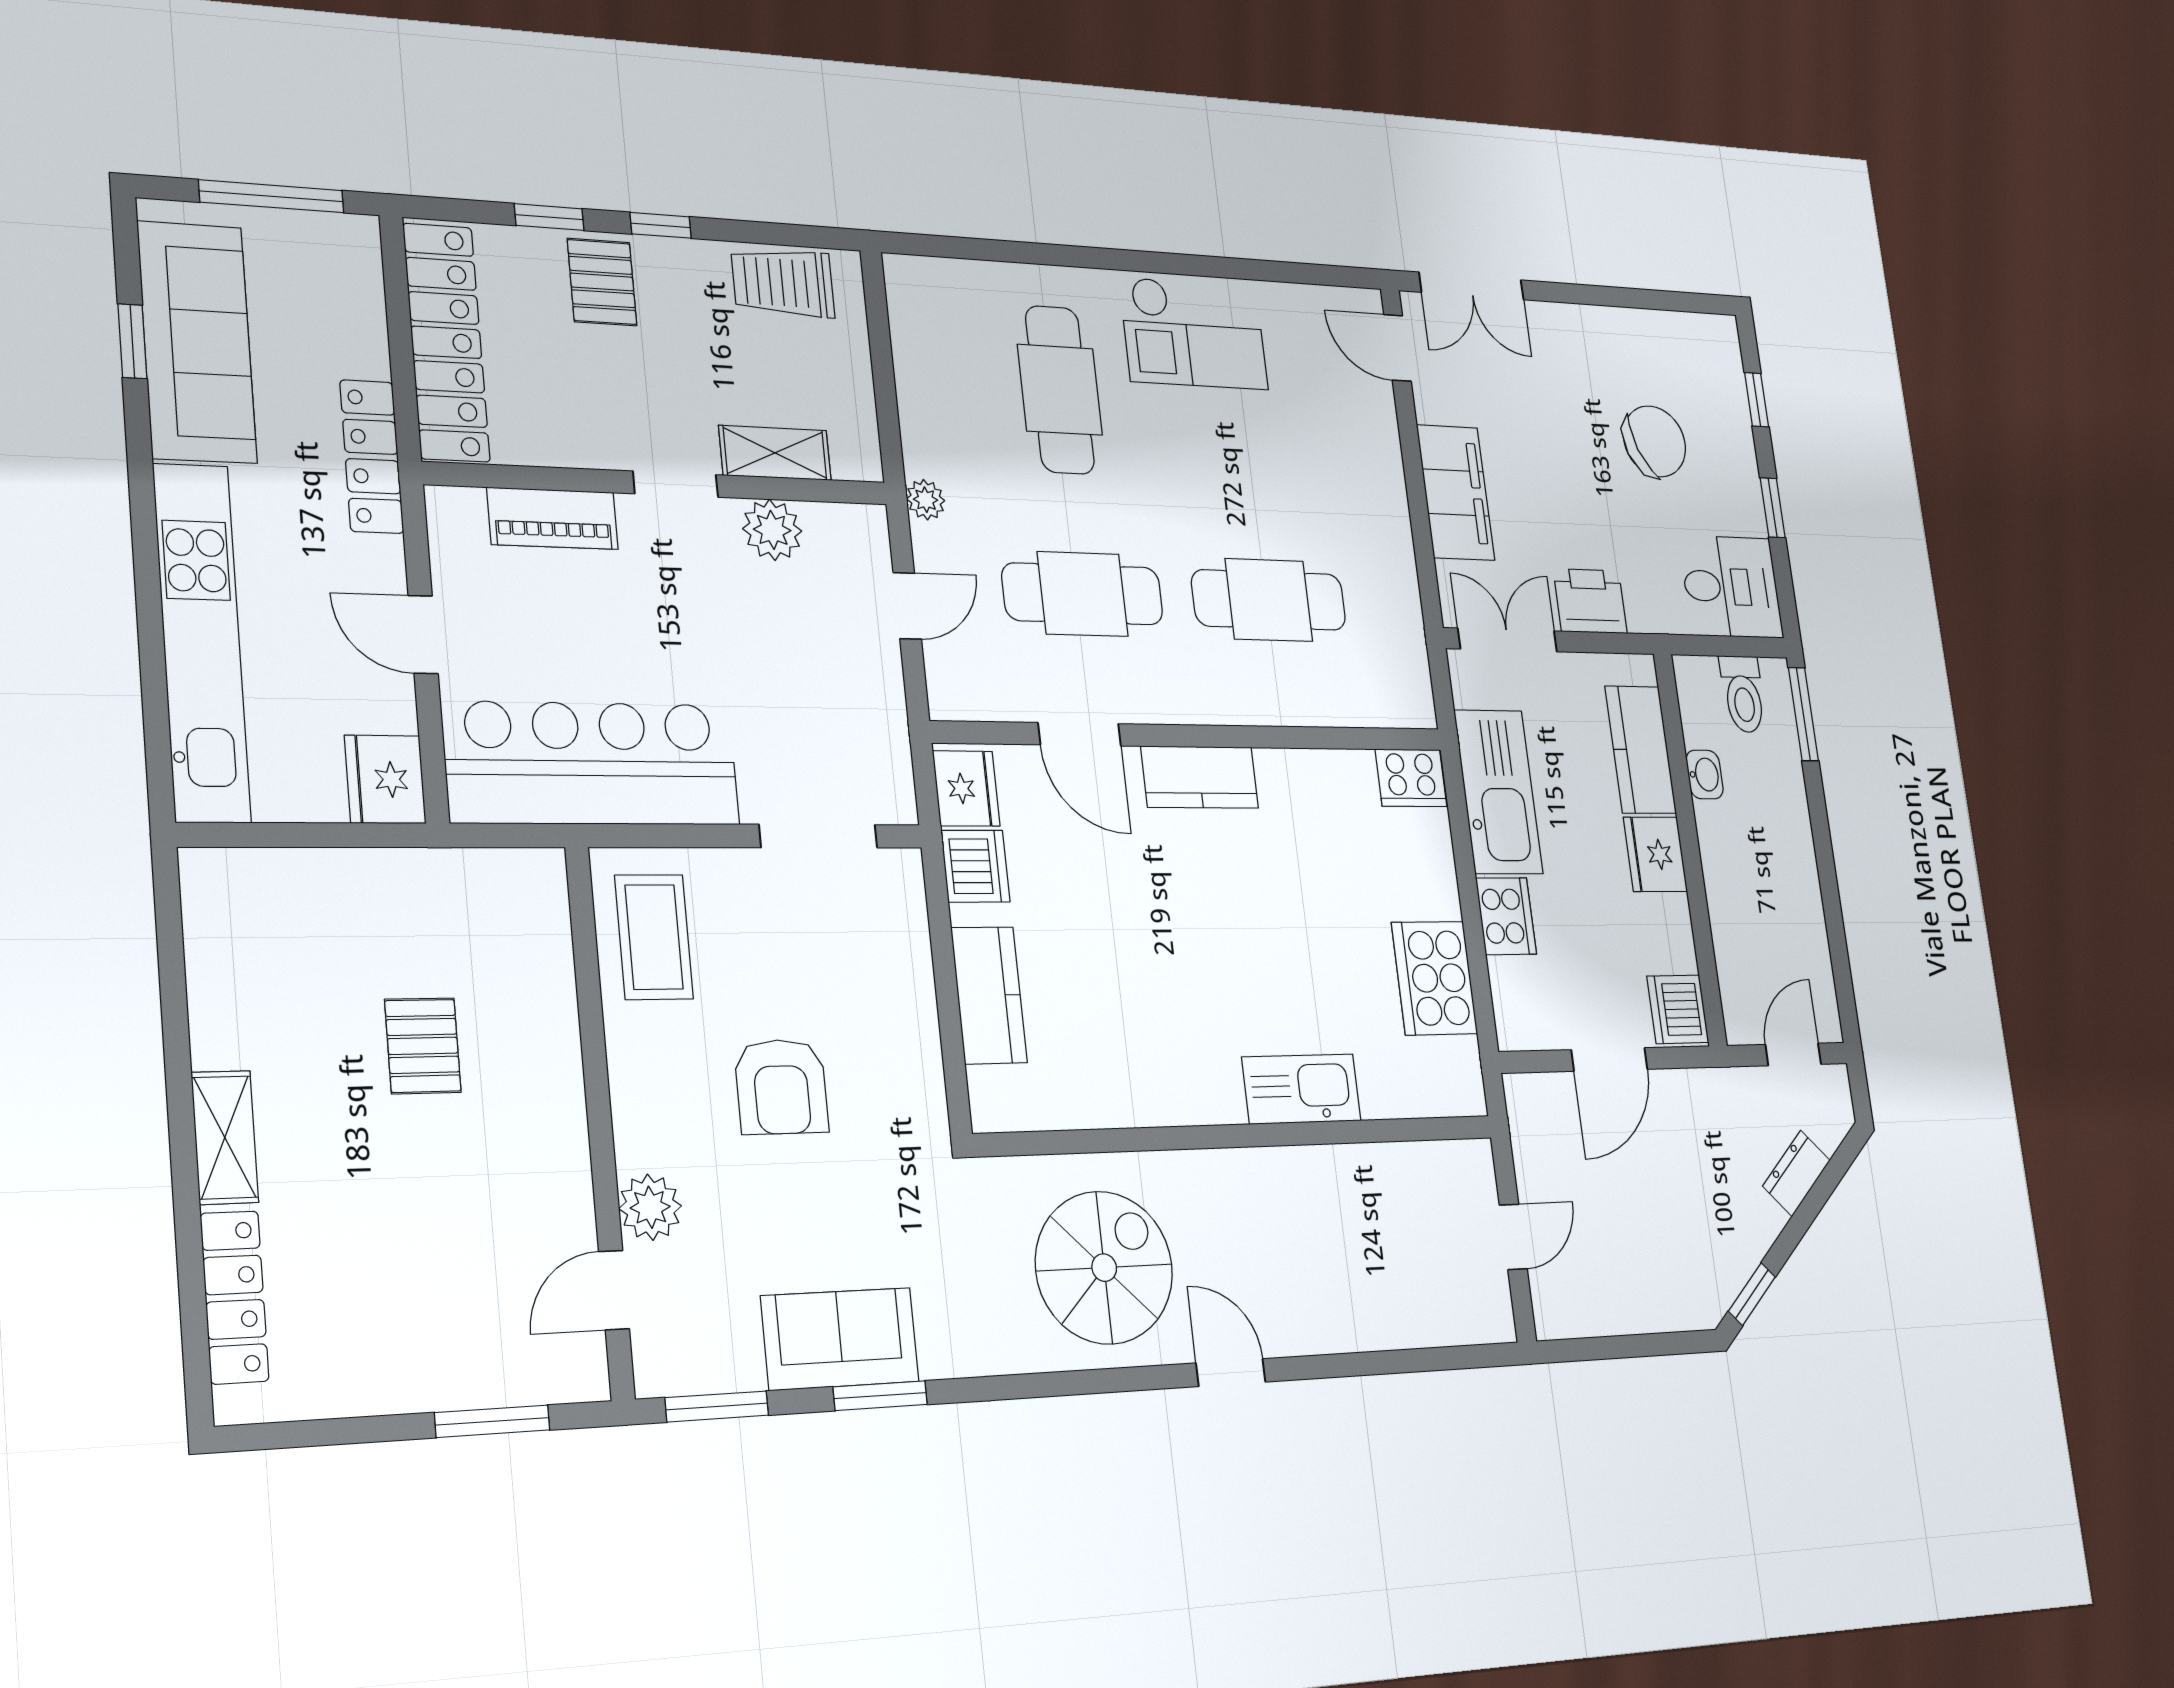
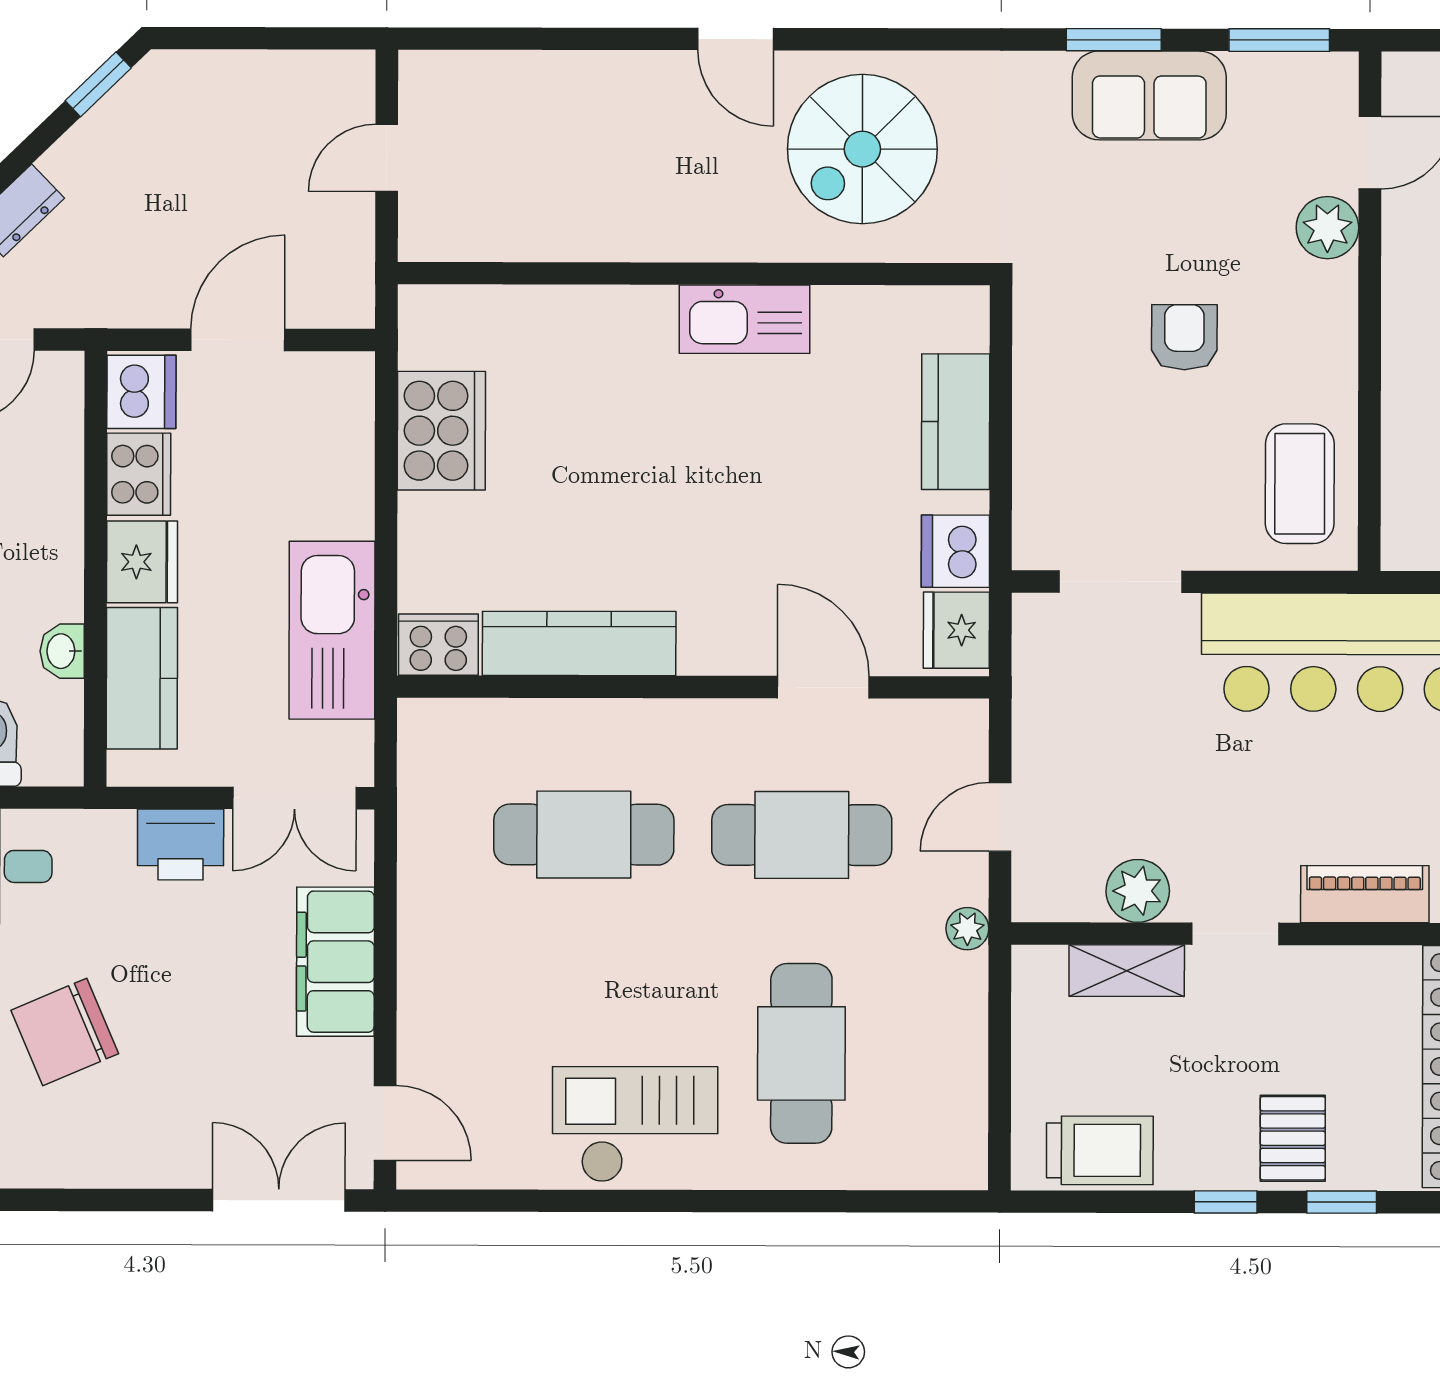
kitchen counter: (1200, 777) -> (579, 643), moved, width x1.50
cooker: (1506, 916) -> (139, 474), moved, turned 180
armchair: (781, 1087) -> (1184, 337), width x0.72, depth x0.72
kitchen sink: (1301, 1089) -> (745, 319), moved

